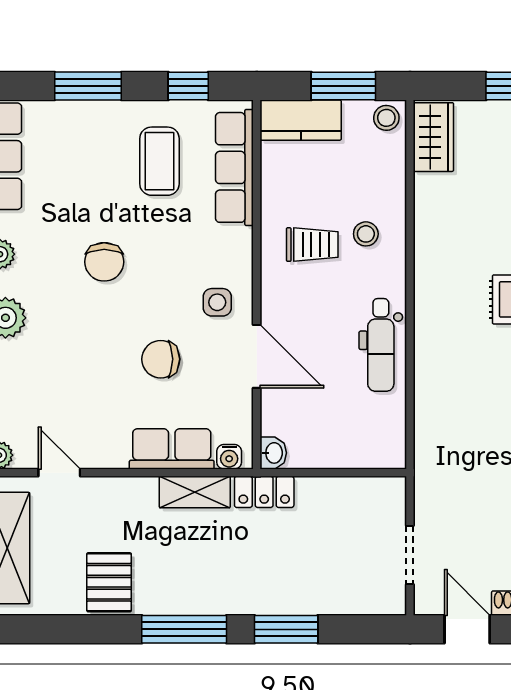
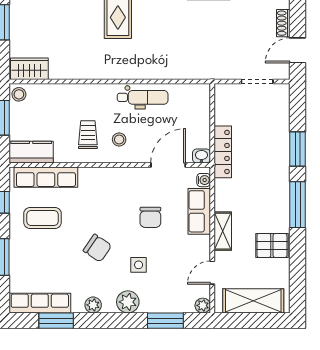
kitchen counter: (301, 120) -> (31, 152), moved, turned -90
stool: (366, 234) -> (119, 139), moved
chair: (104, 262) -> (97, 248), turned 34
side table: (217, 302) -> (139, 265), moved
door: (257, 356) -> (168, 165), moved
shelving: (195, 492) -> (223, 231), moved
locker: (264, 492) -> (223, 152), width x1.53

